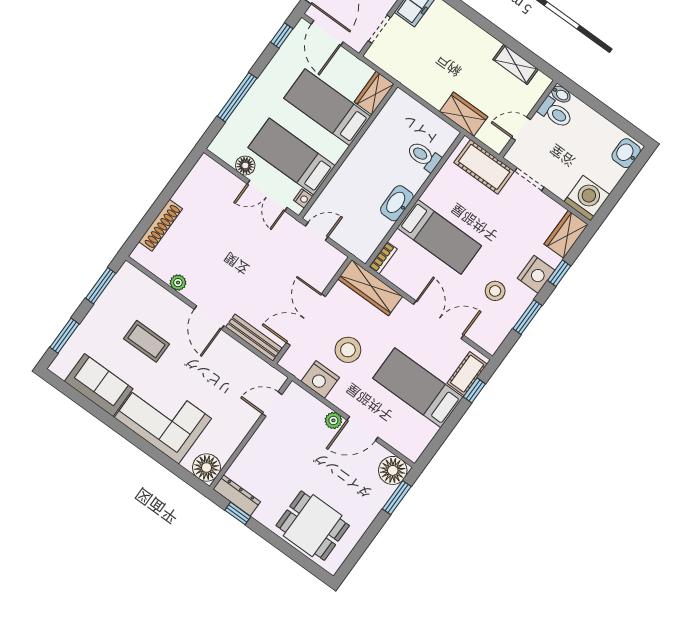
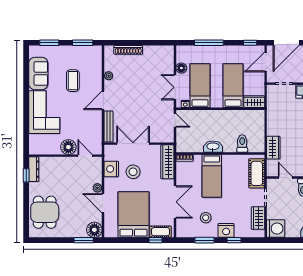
wardrobe: (566, 234) -> (258, 218), moved, turned -90
bed: (418, 388) -> (133, 215), width x1.50
floor lamp: (207, 468) -> (68, 147), moved

